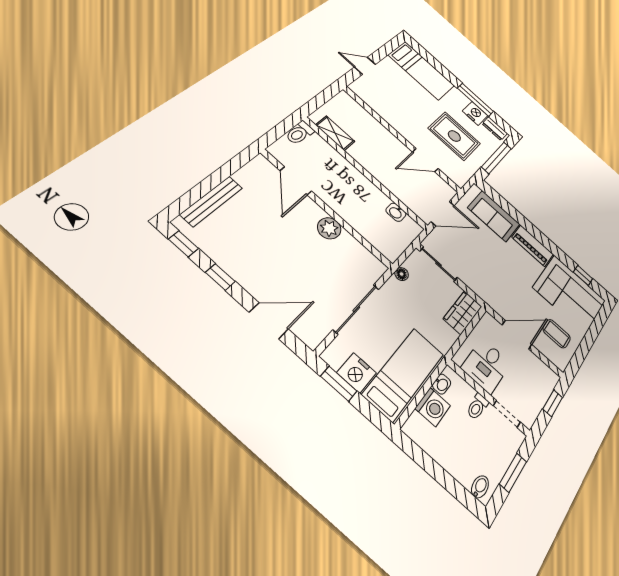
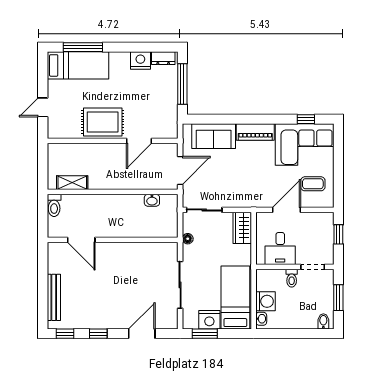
window: (475, 100) -> (83, 47), moved
rug: (454, 136) -> (103, 122), moved
plant: (329, 228) -> (125, 251), removed
washbasin: (442, 384) -> (261, 319), moved

